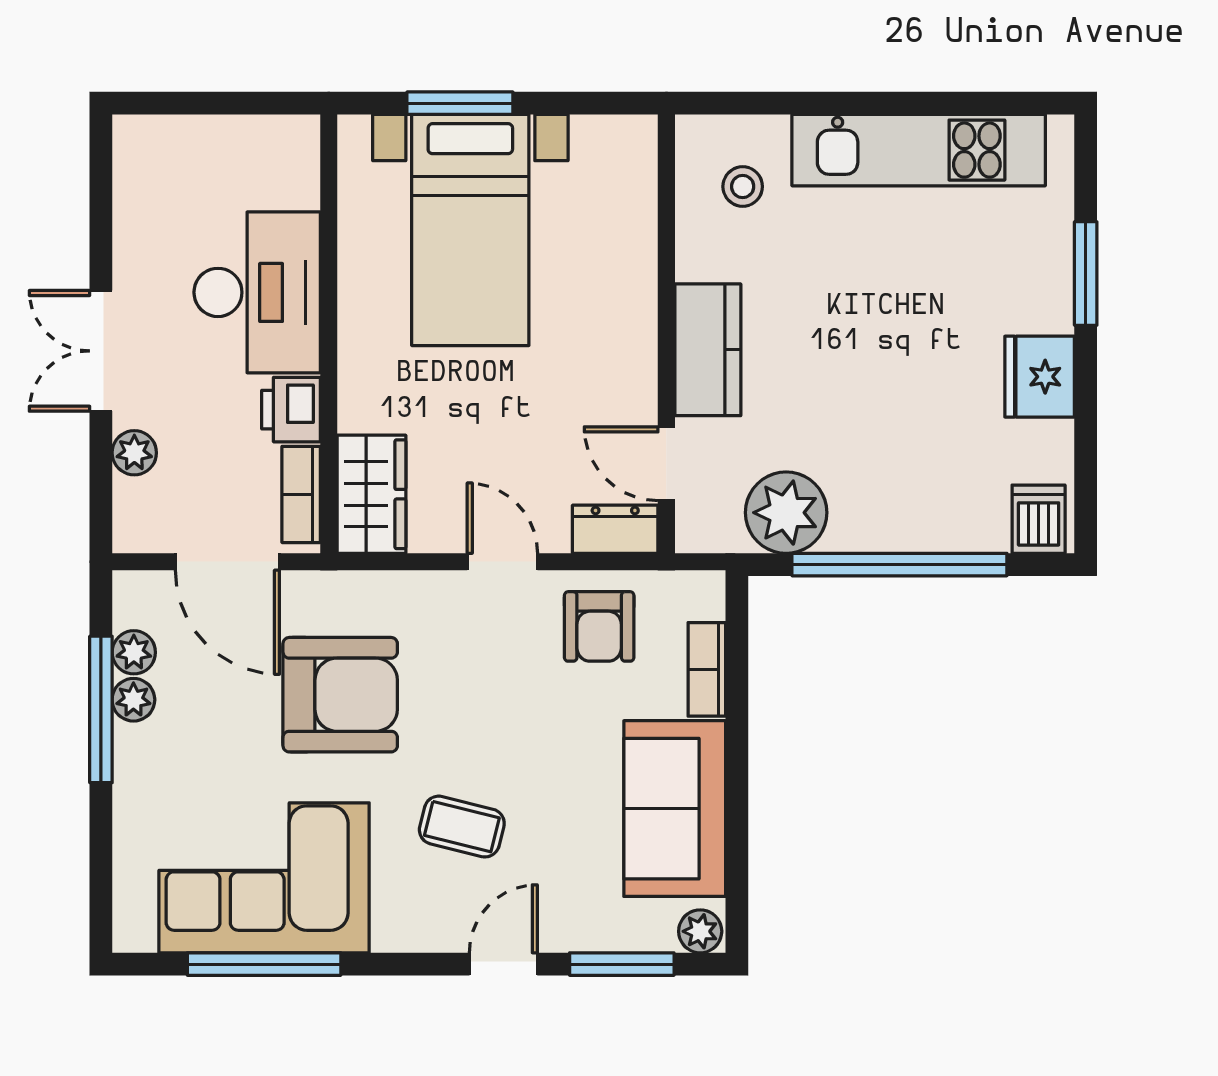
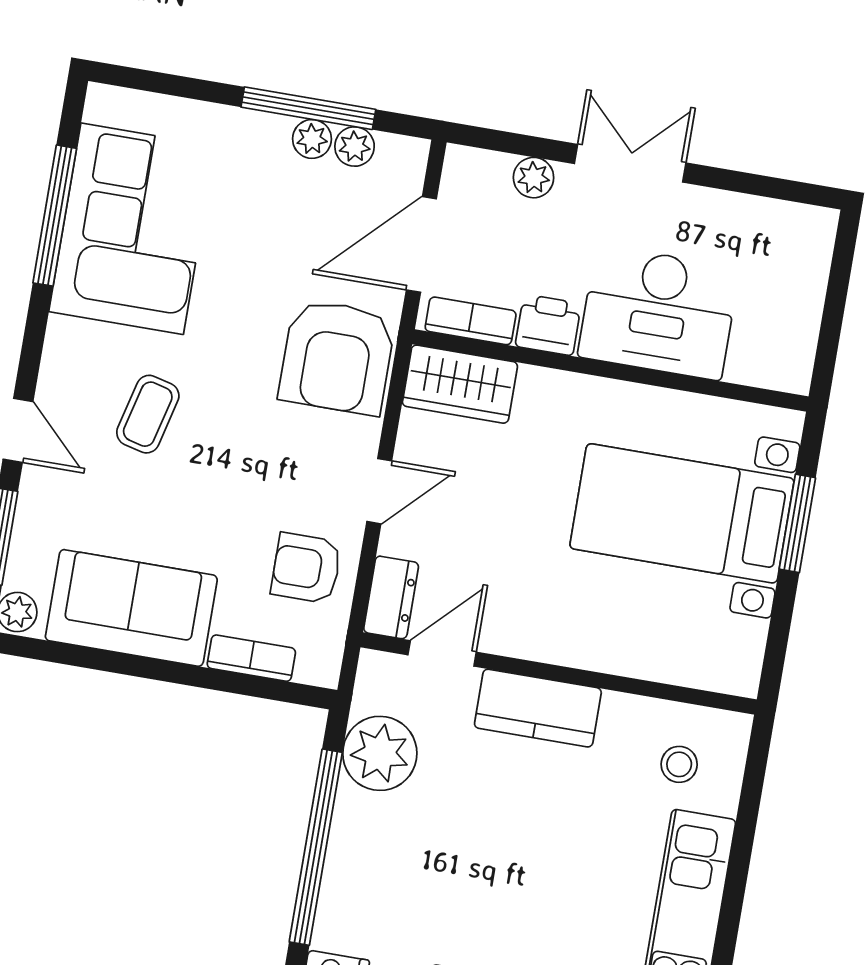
armchair: (340, 695) -> (337, 357), moved

